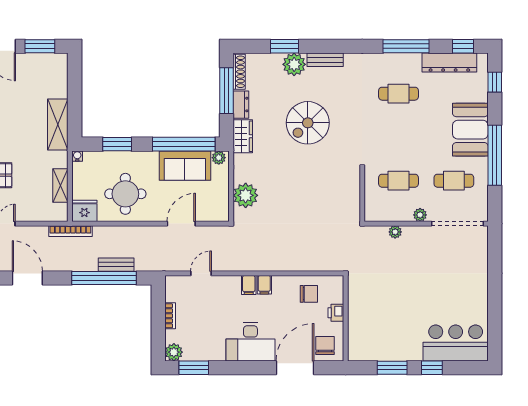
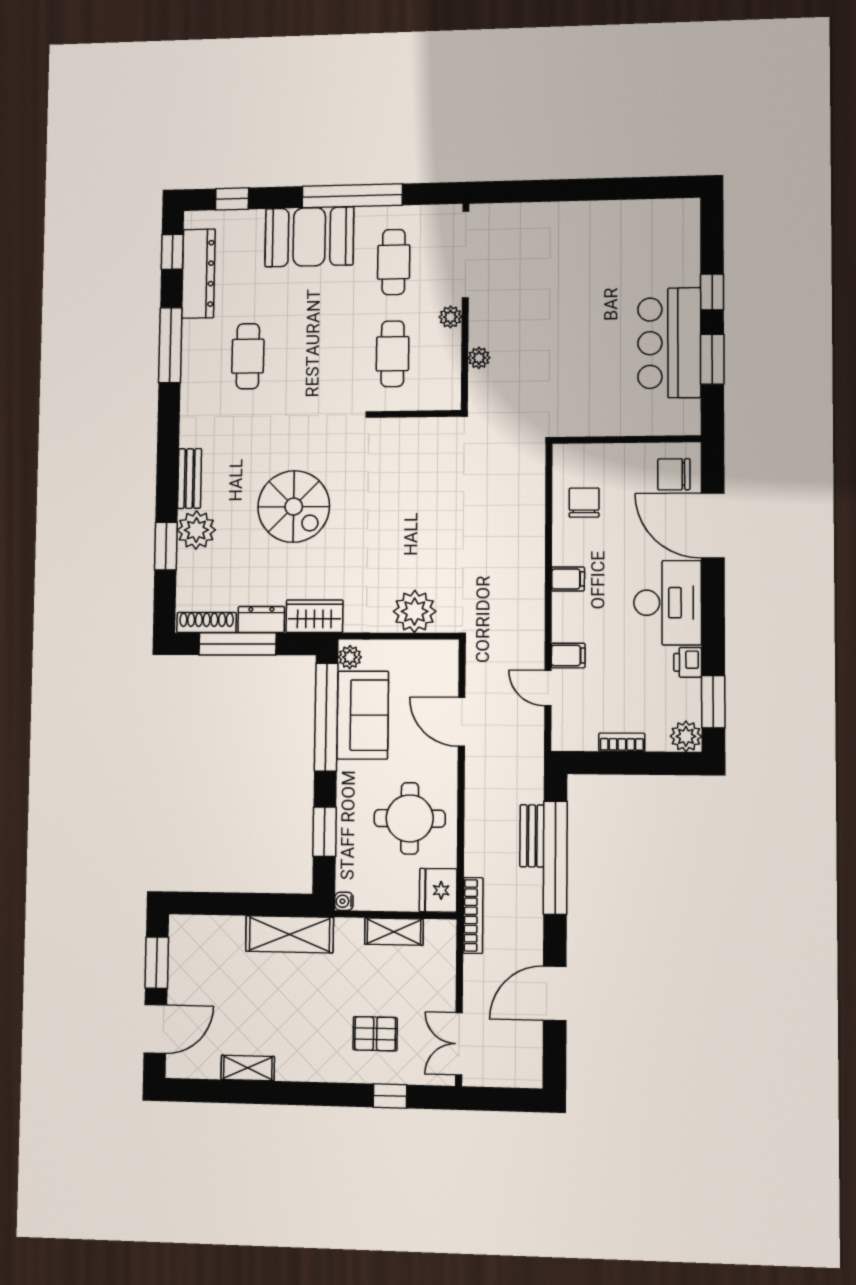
filing cabinet: (249, 285) -> (568, 655), moved
printer: (336, 313) -> (688, 662), moved, turned 90
bar counter: (456, 343) -> (669, 343), moved

